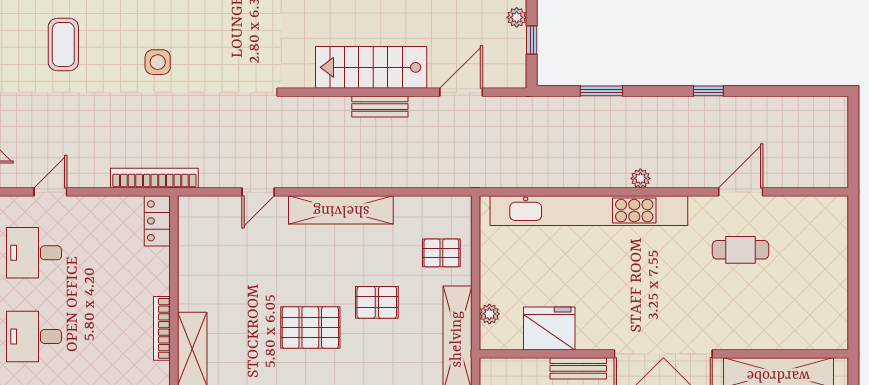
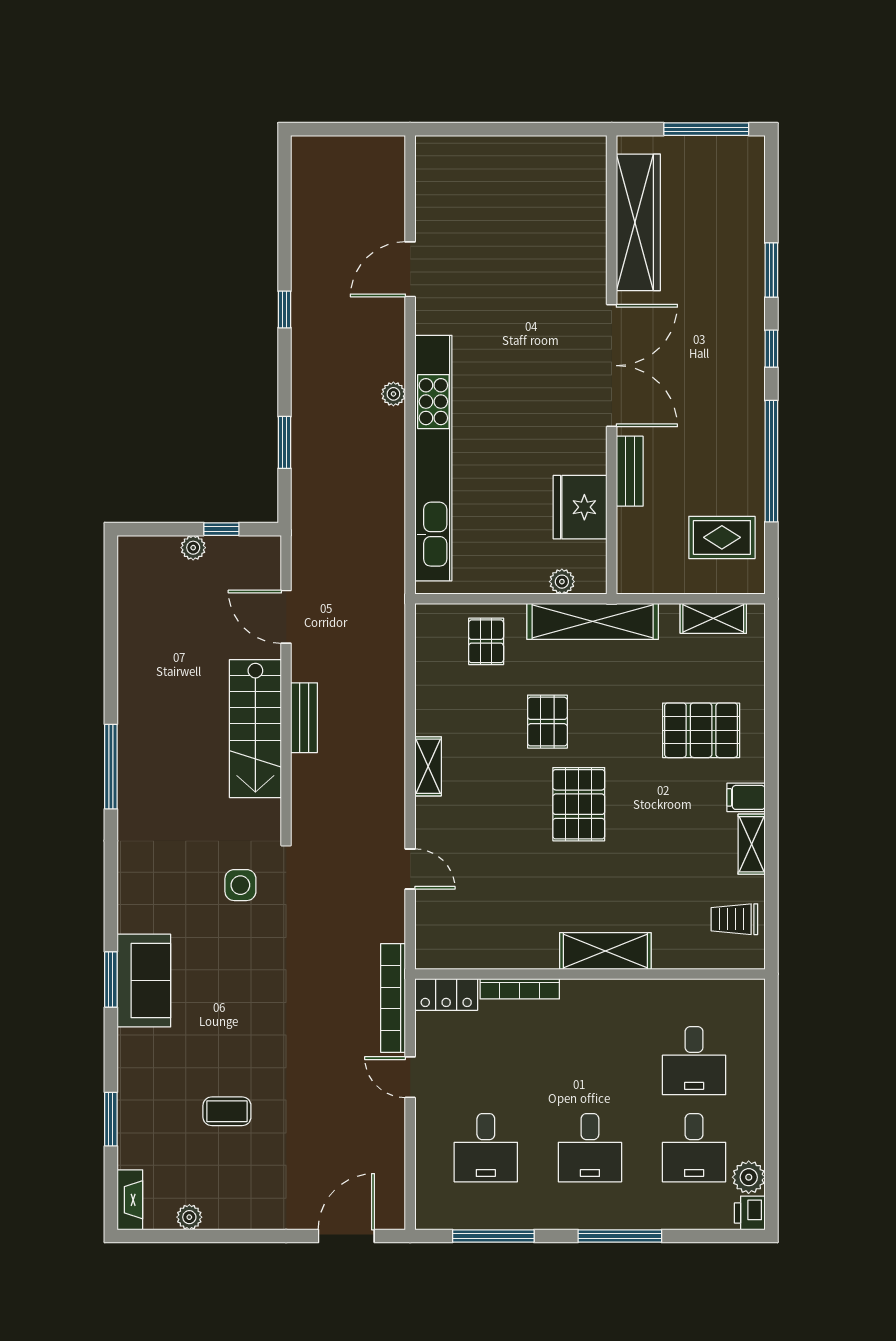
coffee table: (63, 44) -> (227, 1111), width x0.73, depth x0.77
side table: (158, 62) -> (240, 885), moved
door: (50, 192) -> (410, 1077), moved
door: (741, 192) -> (410, 269), hinge flipped
shelving: (341, 210) -> (428, 766), width x0.45, depth x0.75
cafe table: (740, 250) -> (482, 270), removed
bookcase: (162, 328) -> (520, 989), moved

